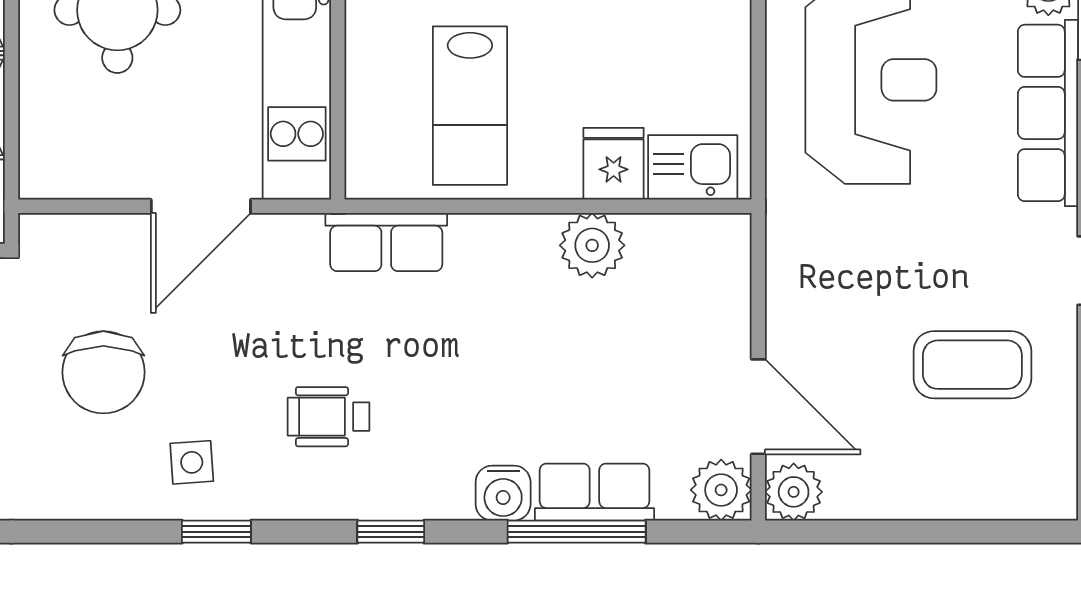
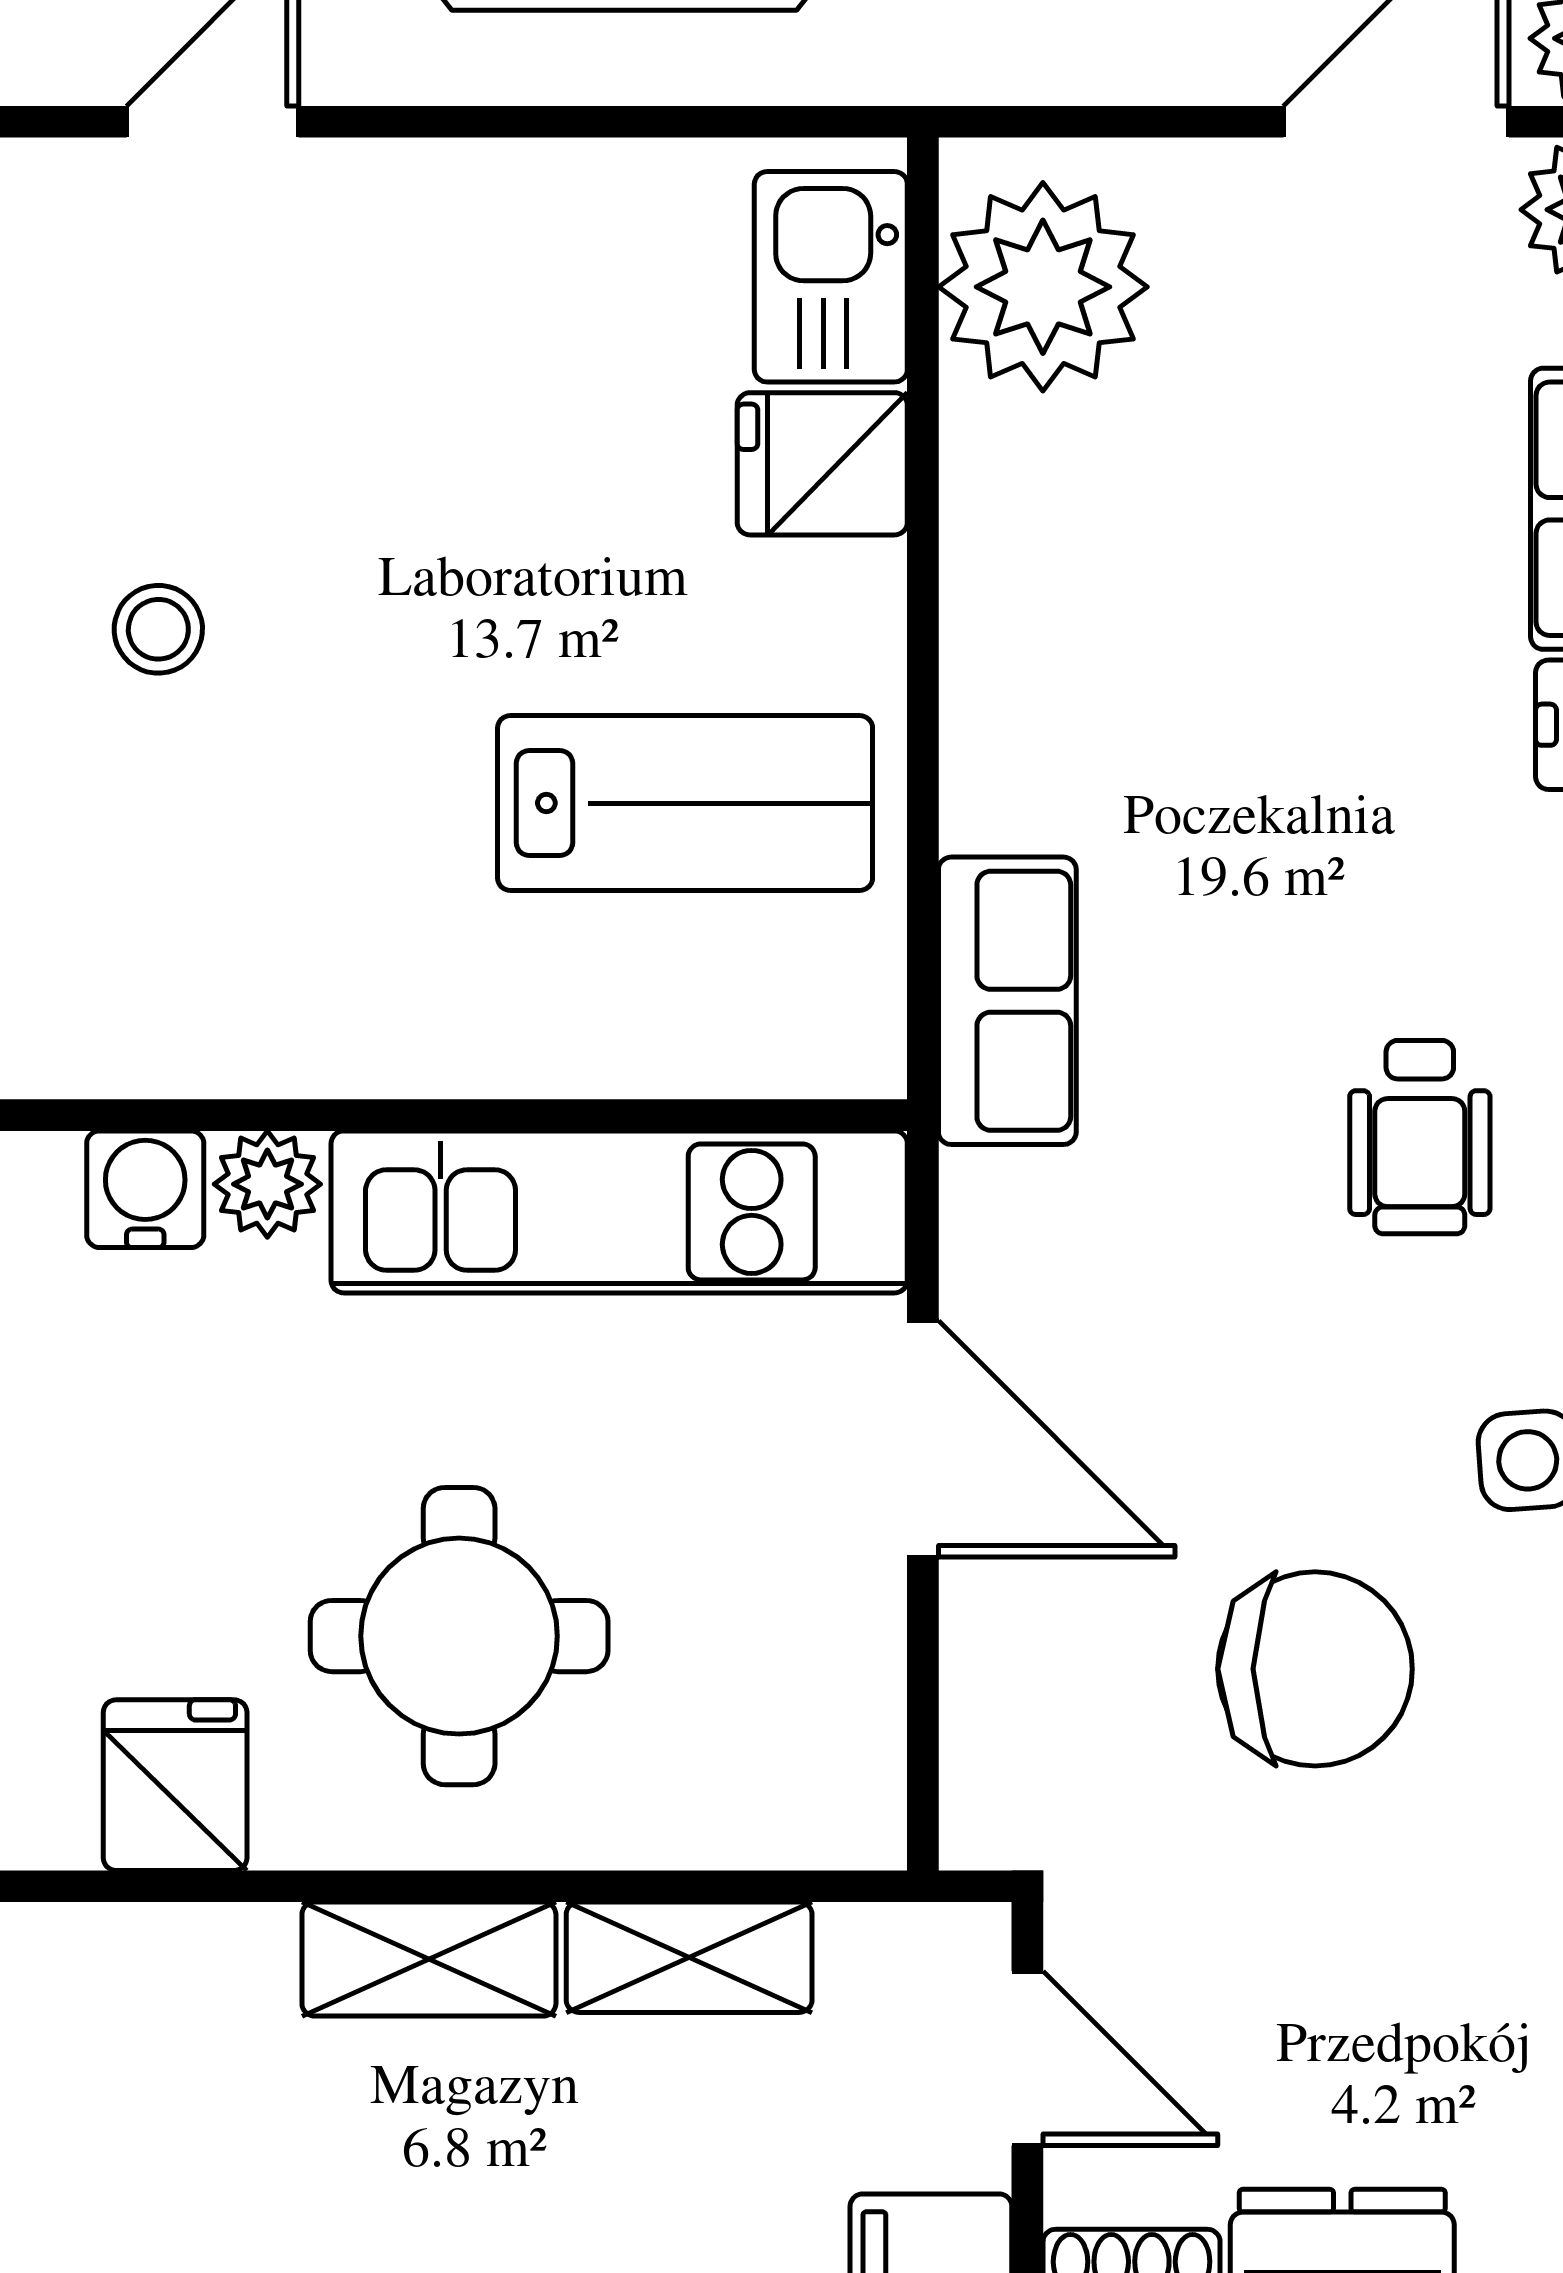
plant: (592, 245) -> (1043, 287), moved, width x1.36, depth x1.36

